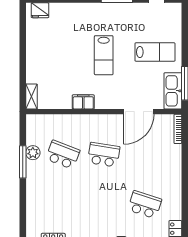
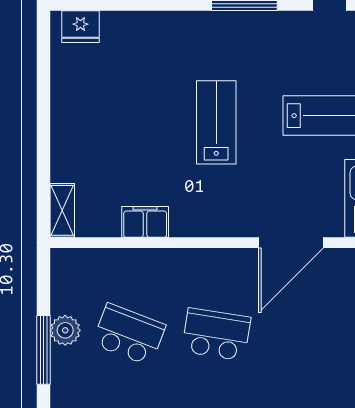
lab bench: (104, 55) -> (216, 122), turned 180
filing cabinet: (83, 102) -> (145, 222), moved

